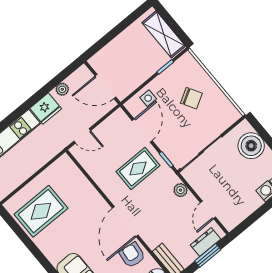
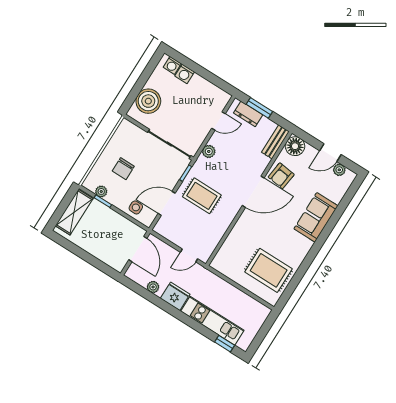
plant: (176, 69) -> (101, 191), added
chair: (191, 98) -> (123, 169), turned -150
door: (82, 136) -> (189, 255), swing flipped

